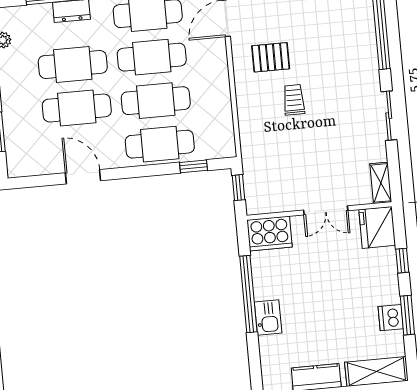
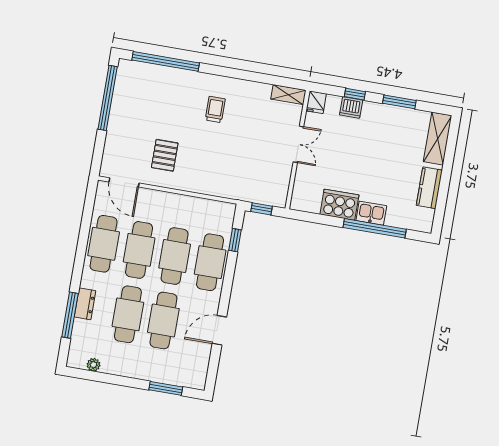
trolley: (294, 100) -> (215, 109), moved, turned 90
sliding door: (389, 116) -> (237, 74), removed
fridge: (377, 227) -> (316, 102), width x0.53, depth x0.75
cooker: (270, 234) -> (339, 205), moved, turned -90
window: (248, 294) -> (375, 228), moved
dishwasher: (391, 318) -> (351, 107), moved

